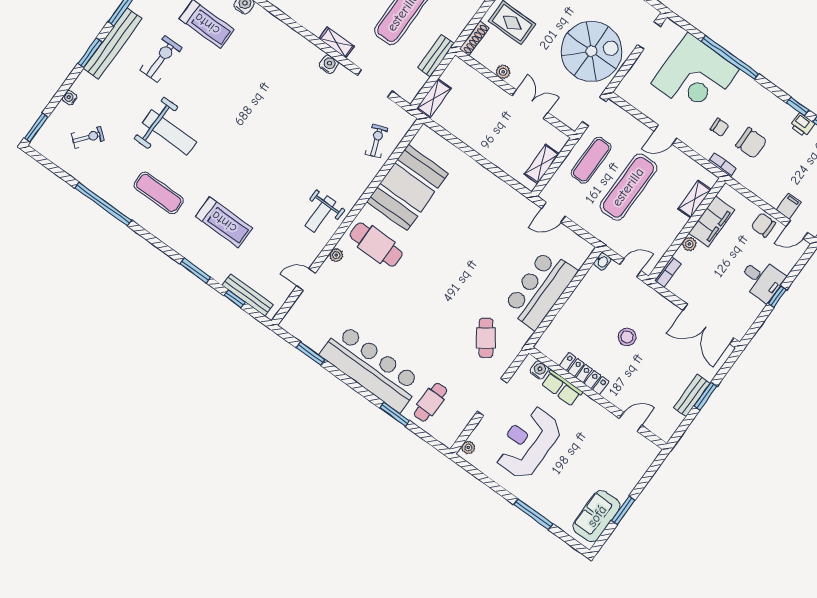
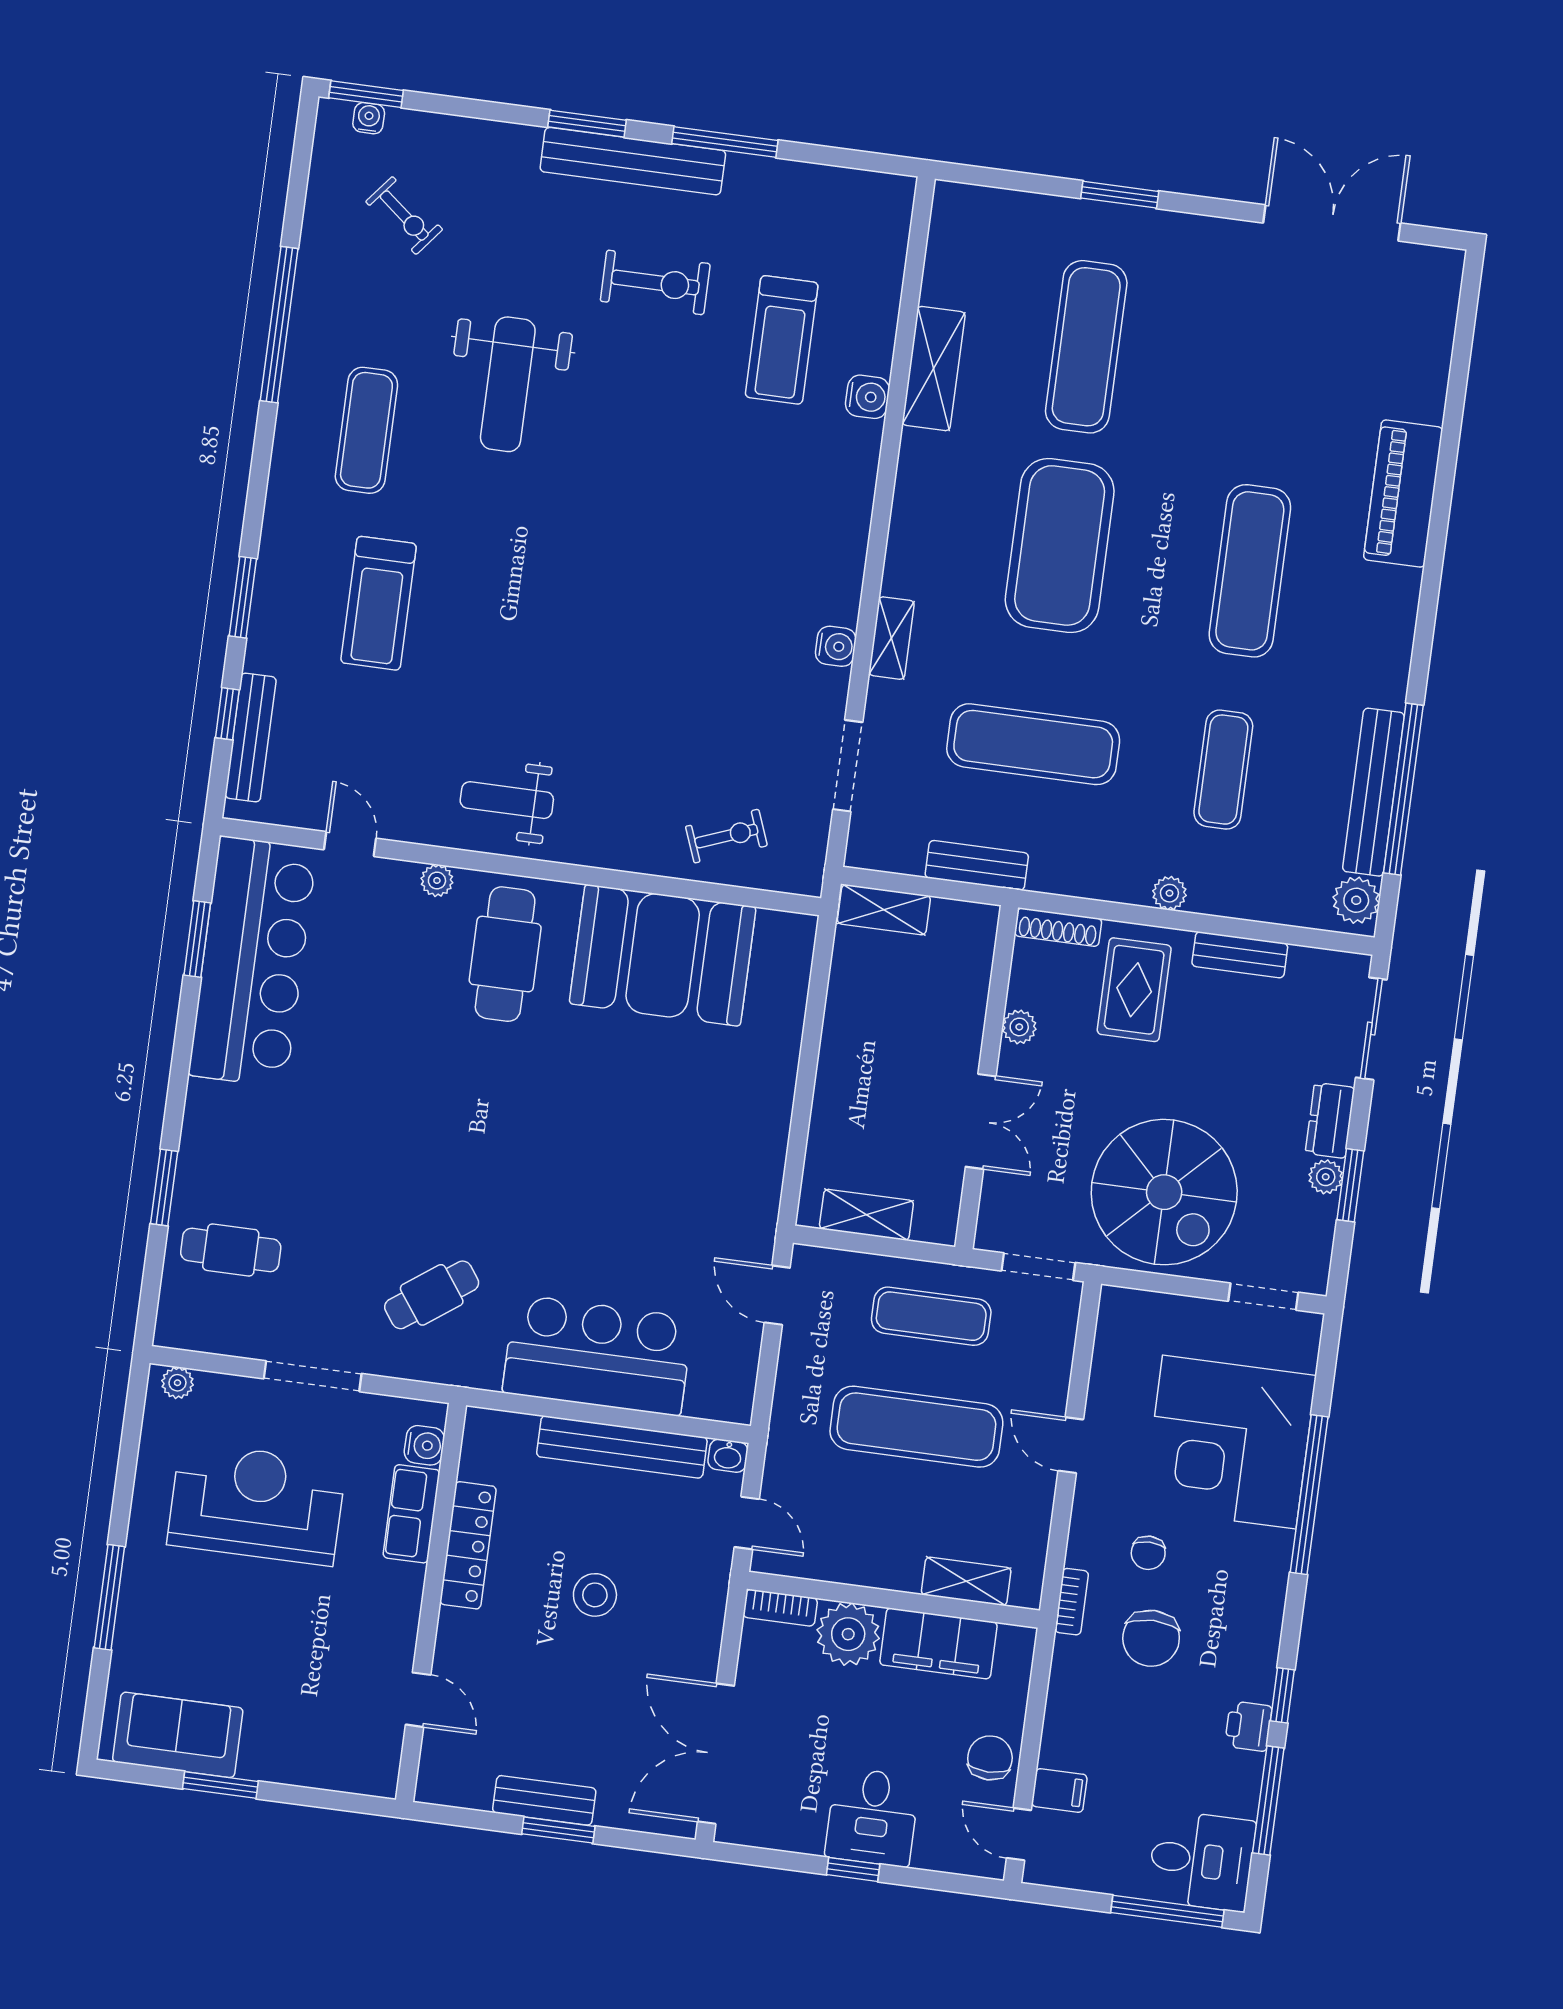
water cooler: (70, 98) -> (369, 118), moved
plant: (689, 244) -> (848, 1634), width x1.87, depth x1.87
bench: (578, 298) -> (622, 1447), added
bar counter: (371, 368) -> (253, 962), moved

